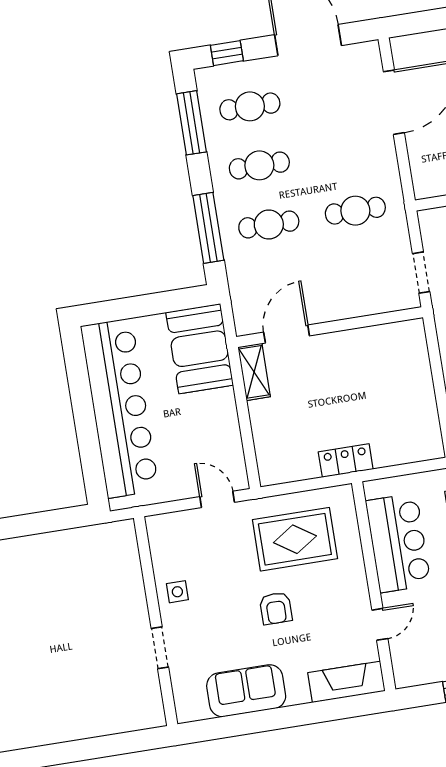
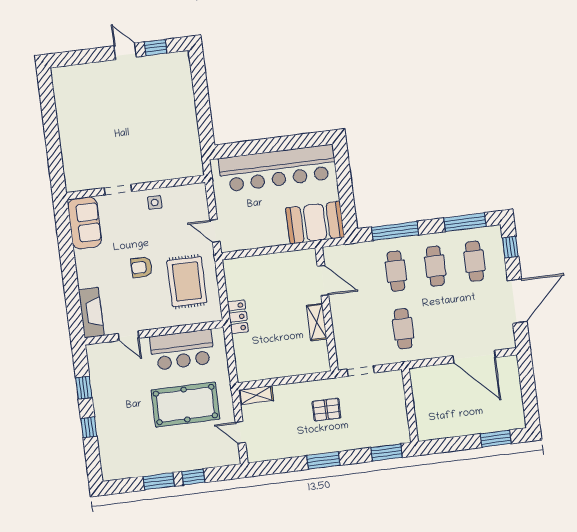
shelving: (254, 372) -> (317, 322), moved, turned 90
door: (217, 499) -> (215, 231), swing flipped
sofa: (246, 691) -> (85, 223), moved

